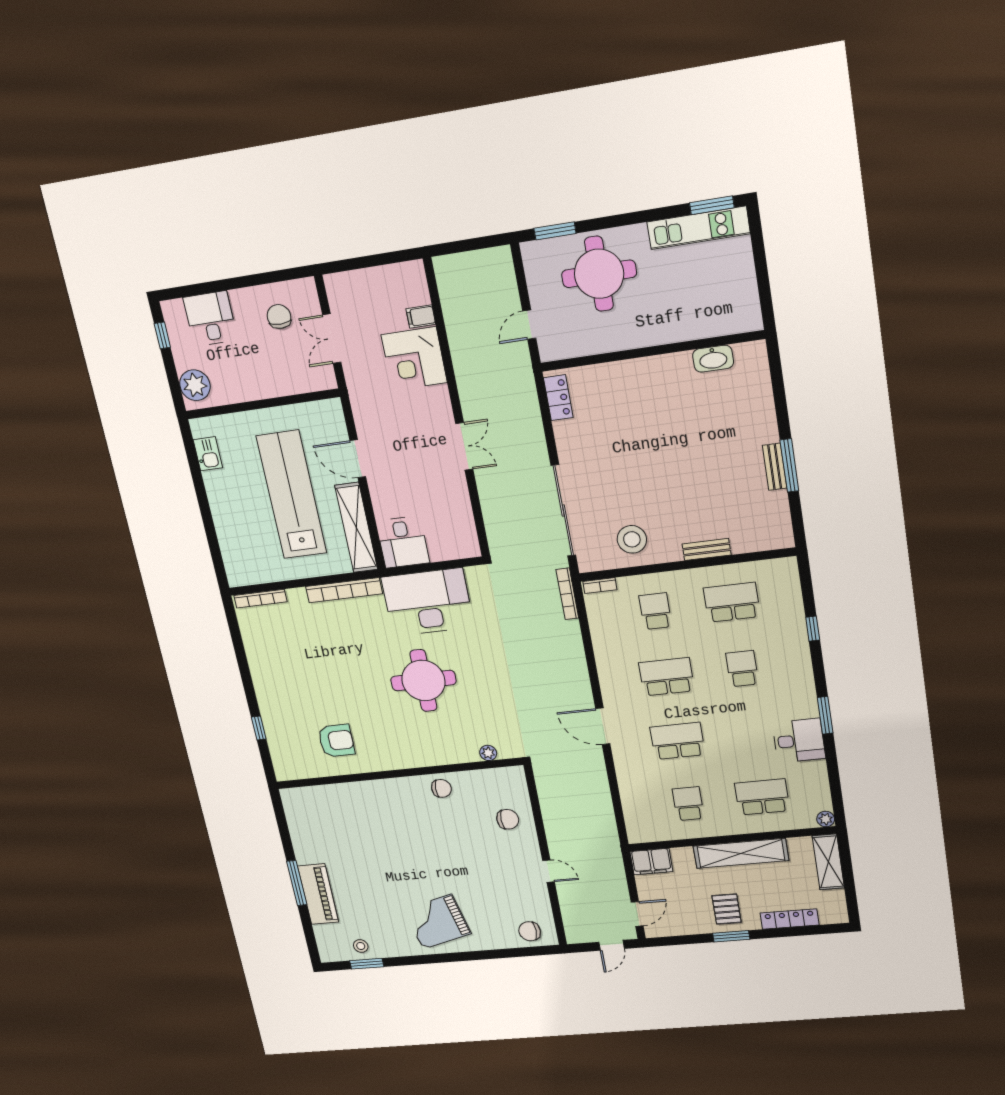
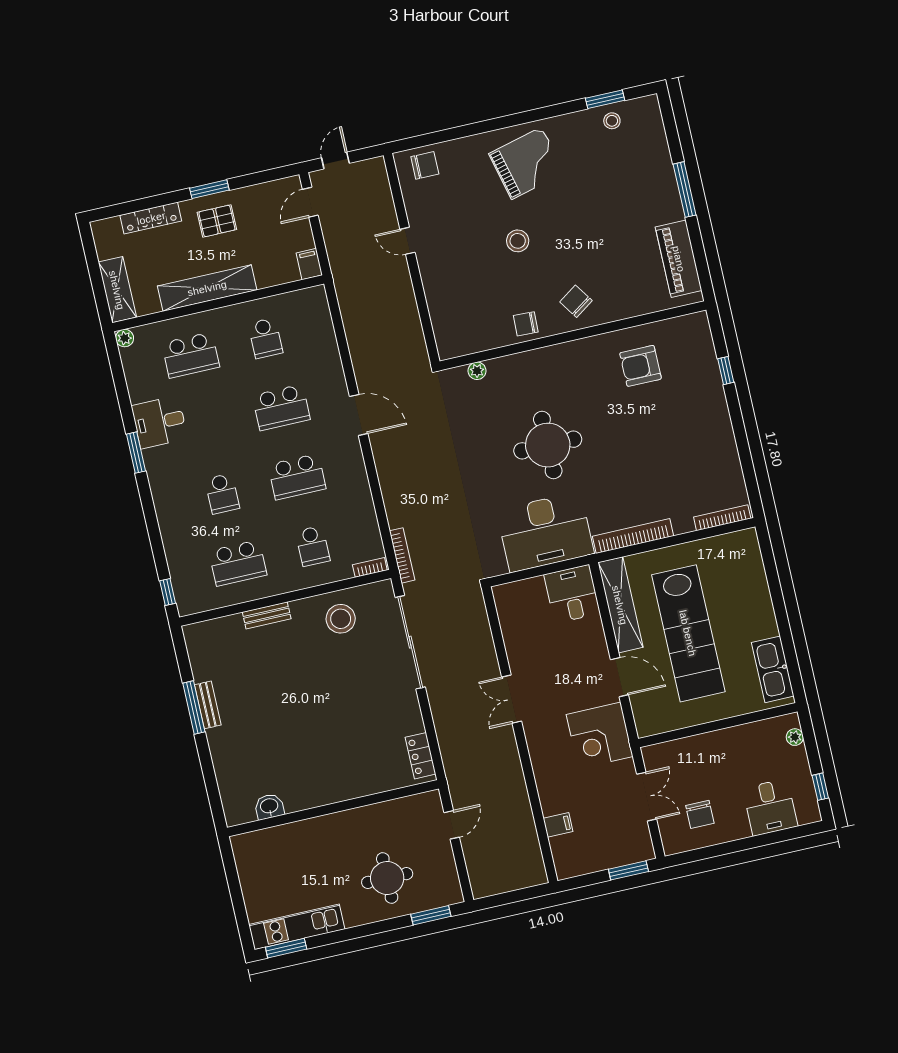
window: (350, 264) -> (628, 870), added
round table: (599, 274) -> (387, 878), width x0.73, depth x0.73
corner desk: (414, 359) -> (600, 735), moved, turned 180
washbasin: (713, 359) -> (269, 807), width x0.72
plant: (195, 385) -> (795, 737), width x0.53, depth x0.53
kitchen sink: (208, 454) -> (773, 669), width x1.88, depth x1.24
window: (813, 629) -> (168, 592), moved
chair: (508, 819) -> (576, 301), moved, turned 56
stool: (447, 859) -> (518, 241), added
filing cabinet: (651, 862) -> (309, 264), width x0.50
piano: (318, 894) -> (679, 259), moved
pallet: (727, 909) -> (217, 221), turned 90

